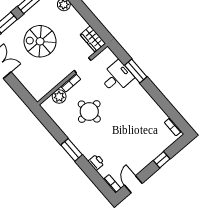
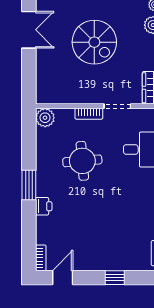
spiral stairs: (40, 41) -> (94, 42), turned 180
plant: (59, 97) -> (45, 118), moved
printer: (96, 162) -> (44, 206), moved

